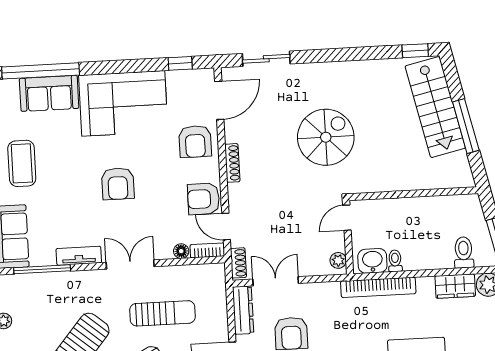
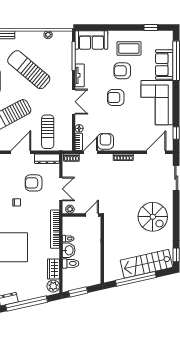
door: (219, 100) -> (156, 152), swing flipped
window: (466, 126) -> (136, 279), width x1.46
spiral stairs: (326, 137) -> (153, 217), moved
armchair: (195, 141) -> (122, 71), moved
door: (347, 218) -> (92, 215), hinge flipped
toilet: (464, 252) -> (71, 263), moved
washbasin: (372, 261) -> (69, 250), moved
double door: (276, 281) -> (61, 189), moved
sun lounger: (162, 313) -> (48, 132), moved

